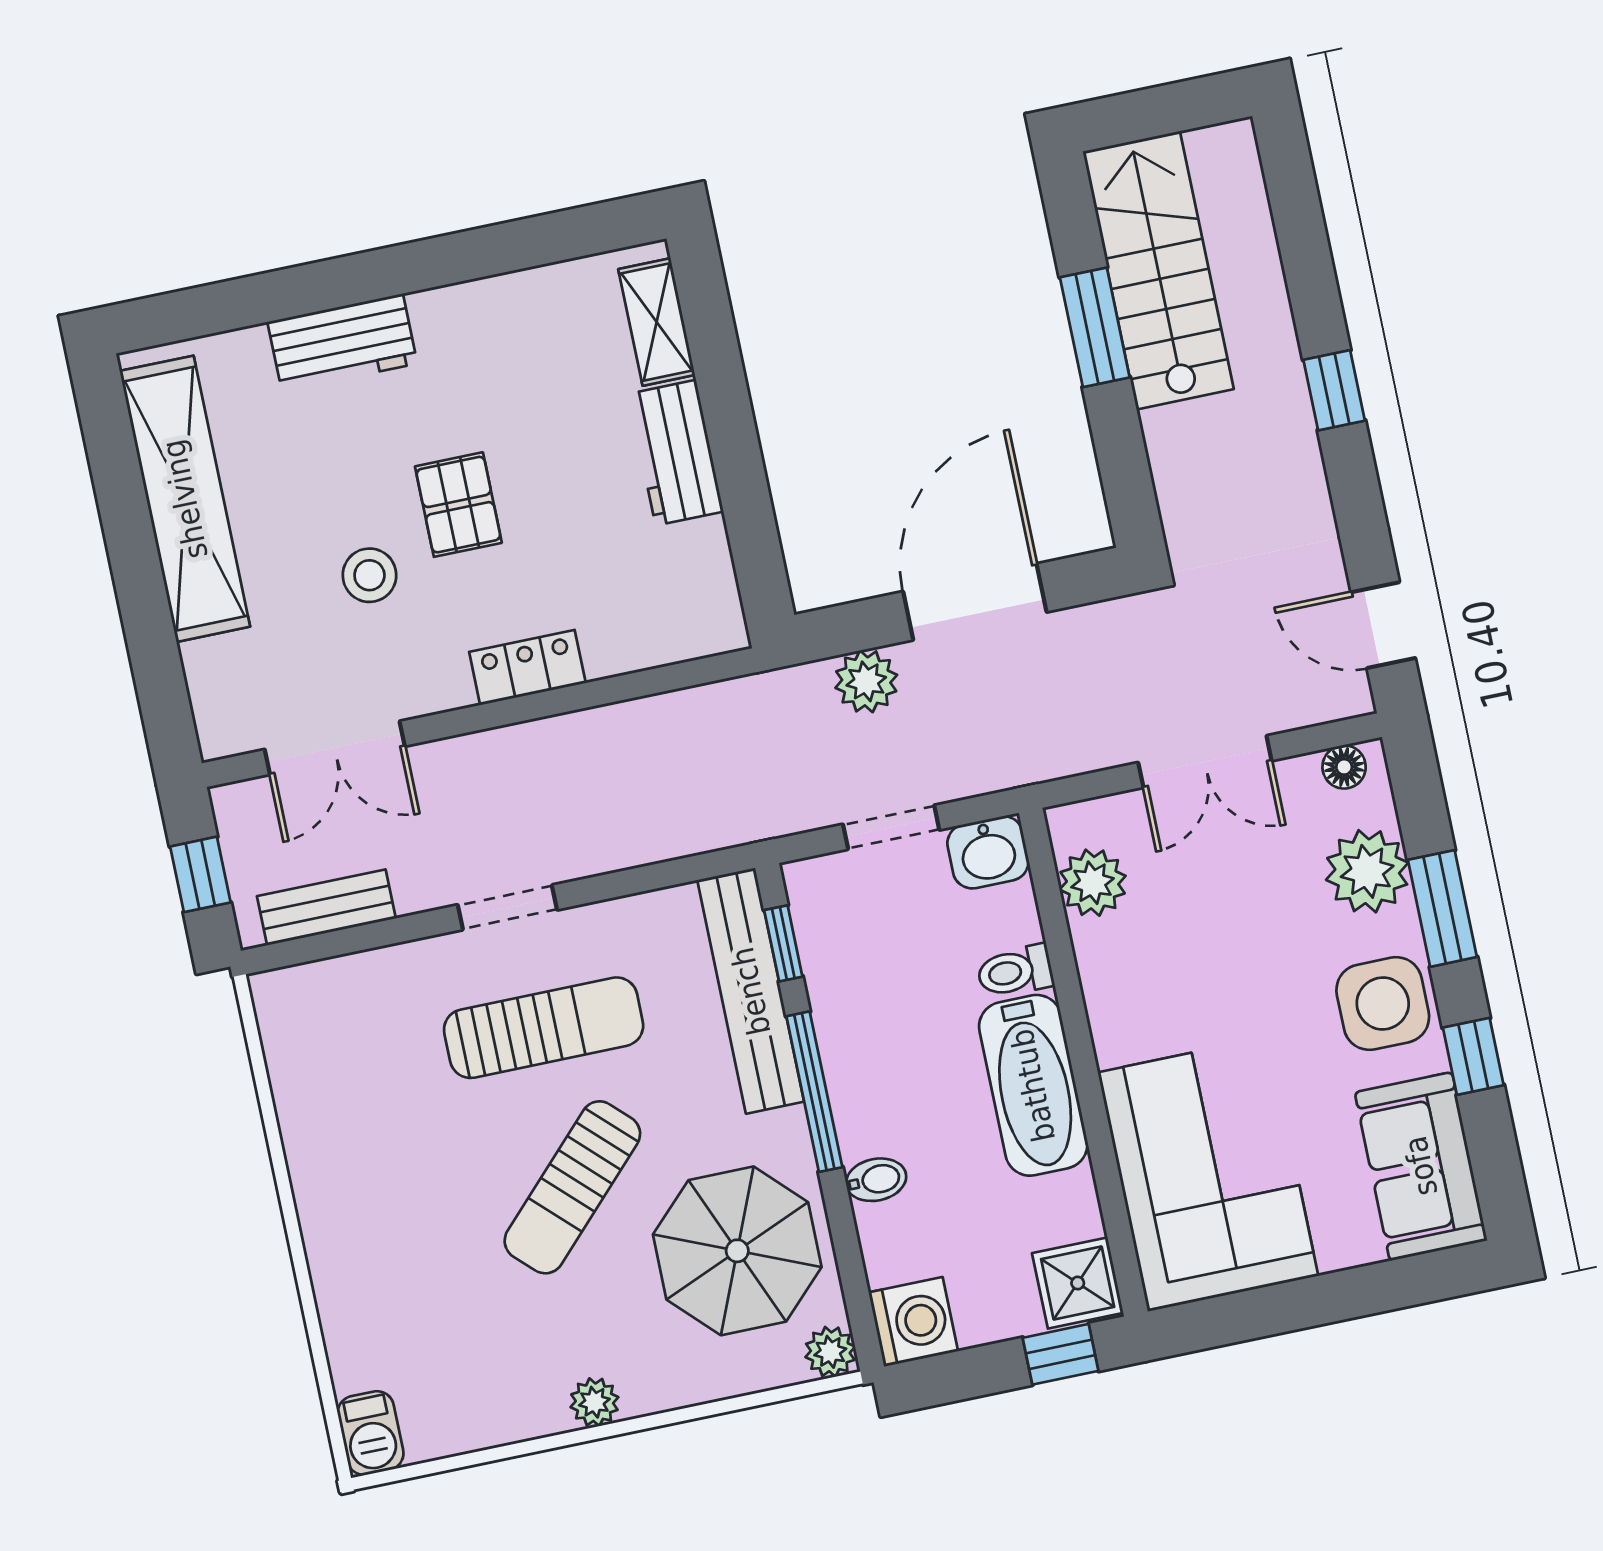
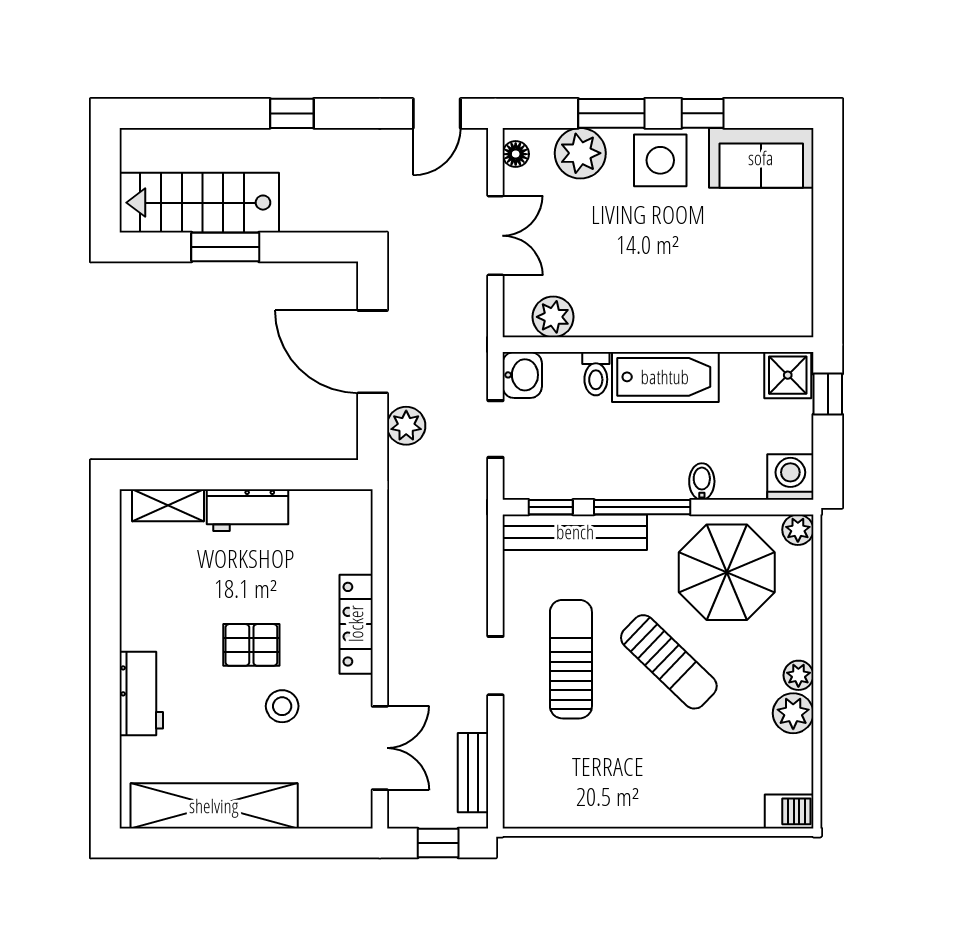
locker: (527, 667) -> (356, 624), width x1.53
corner sofa: (1208, 1174) -> (739, 285), removed
plant: (531, 1406) -> (793, 713), added

